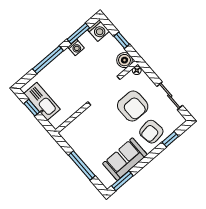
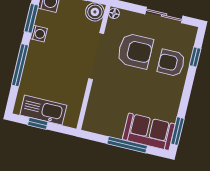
armchair: (151, 132) -> (171, 63), turned 98
sofa: (125, 159) -> (149, 132), moved, turned 90

